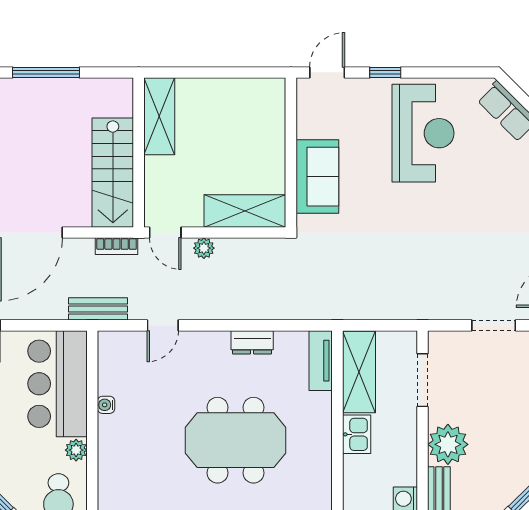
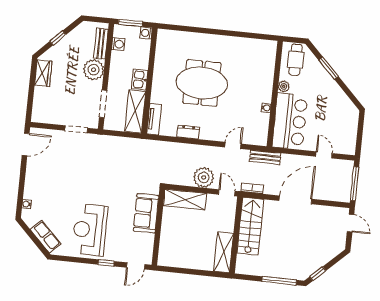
plant: (204, 248) -> (204, 177), width x1.87, depth x1.87
doorway: (494, 325) -> (76, 129), moved

